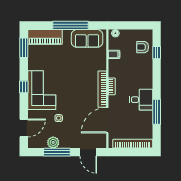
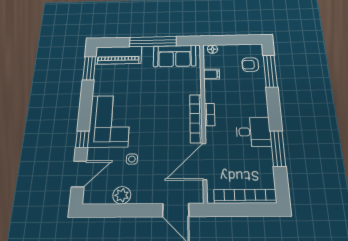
window: (157, 53) -> (270, 71), width x2.17
window: (24, 87) -> (82, 139), moved
window: (57, 152) -> (127, 210), removed

